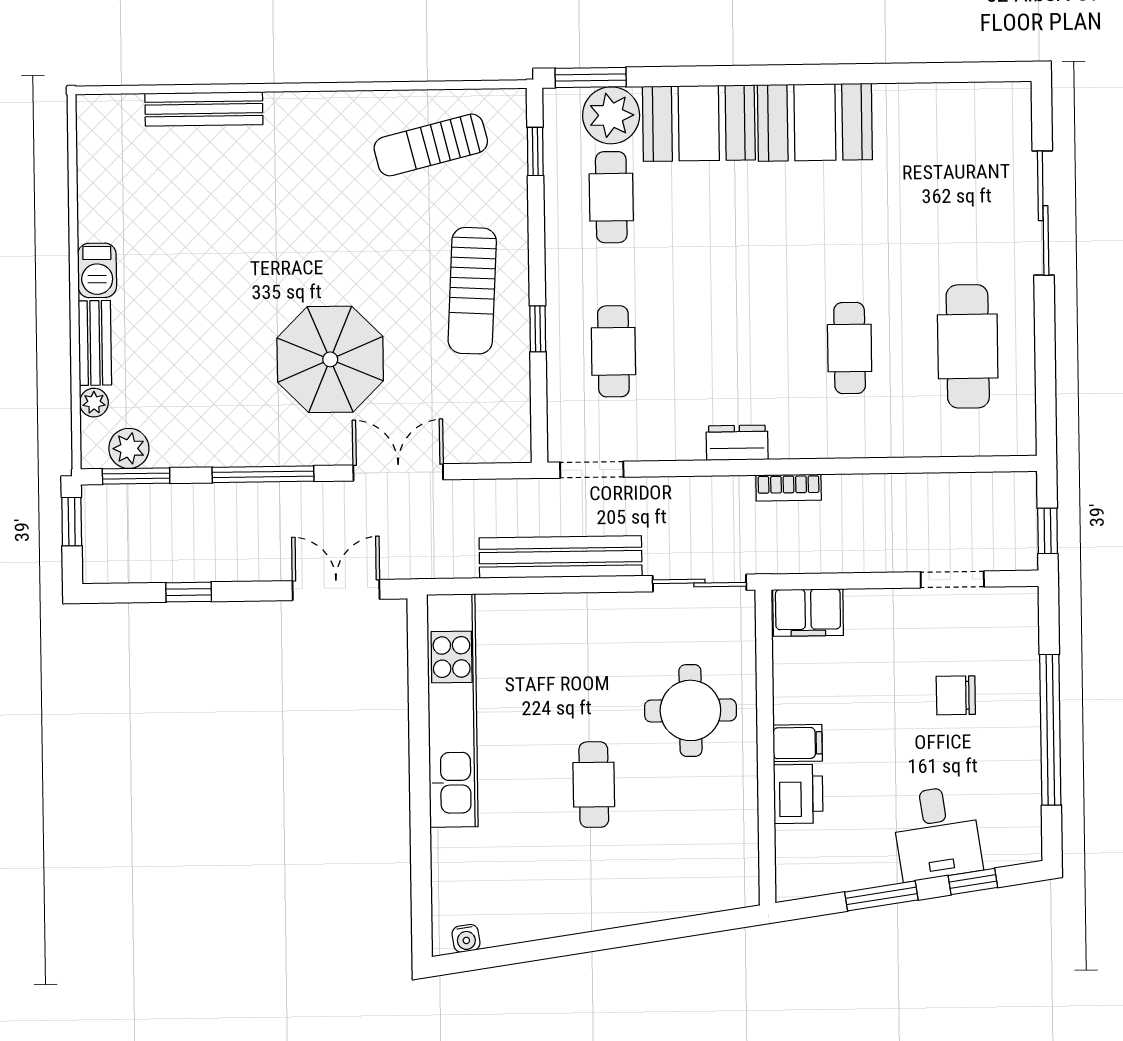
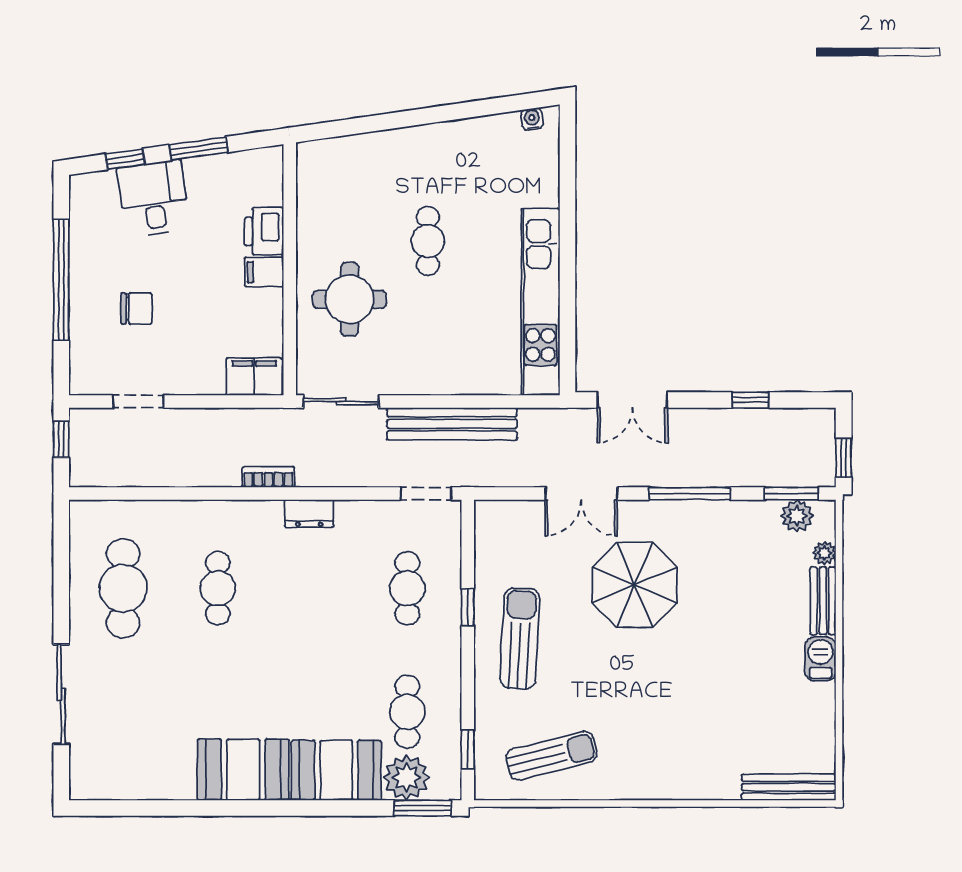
bench: (204, 109) -> (789, 787), moved

